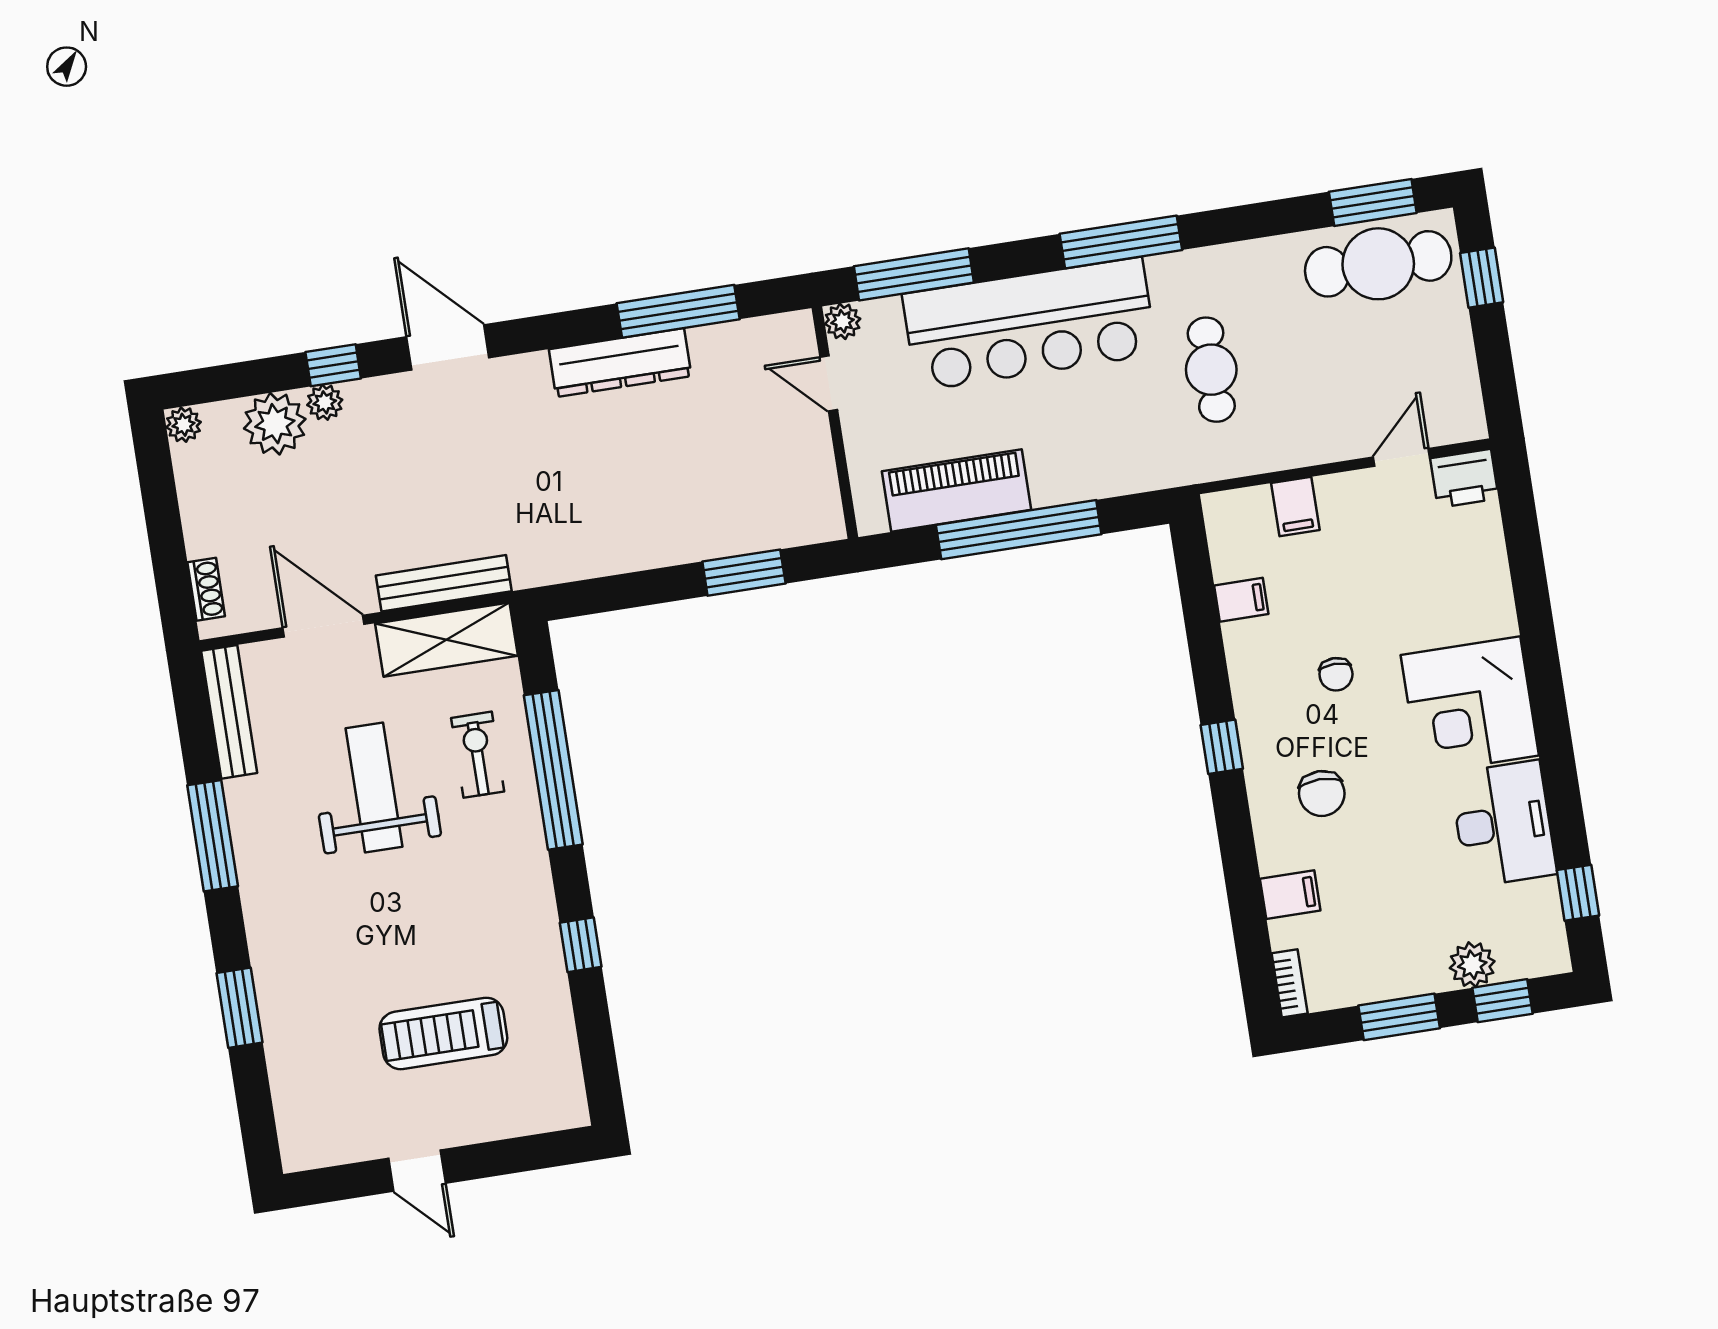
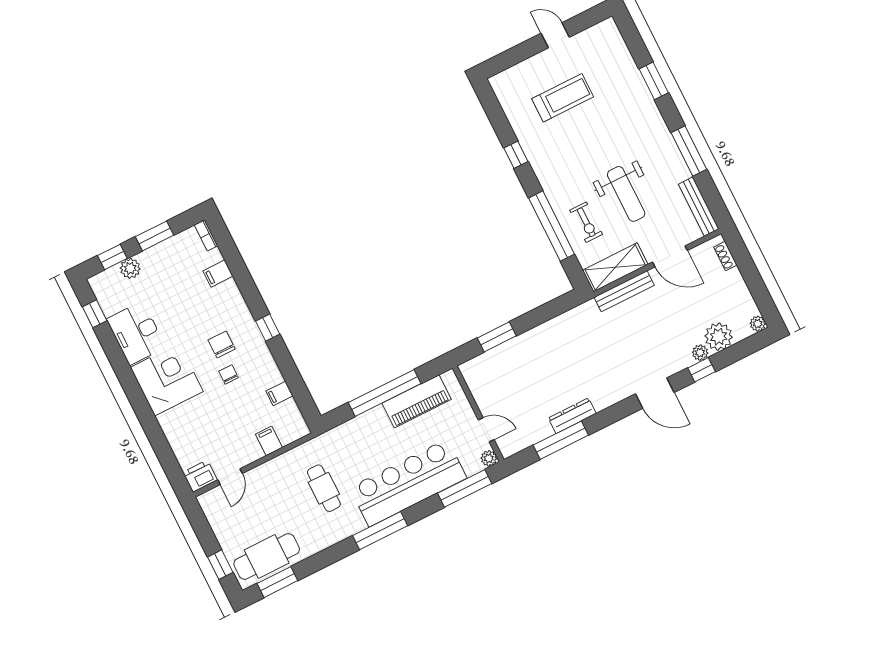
dresser: (620, 363) -> (572, 416), width x0.73, depth x0.80
chair: (1322, 794) -> (222, 344), moved

